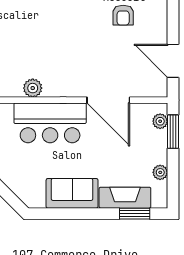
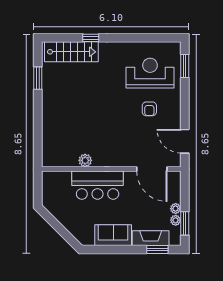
door: (108, 100) -> (152, 169), moved
plant: (160, 121) -> (176, 209), moved
window: (173, 132) -> (185, 223), moved

